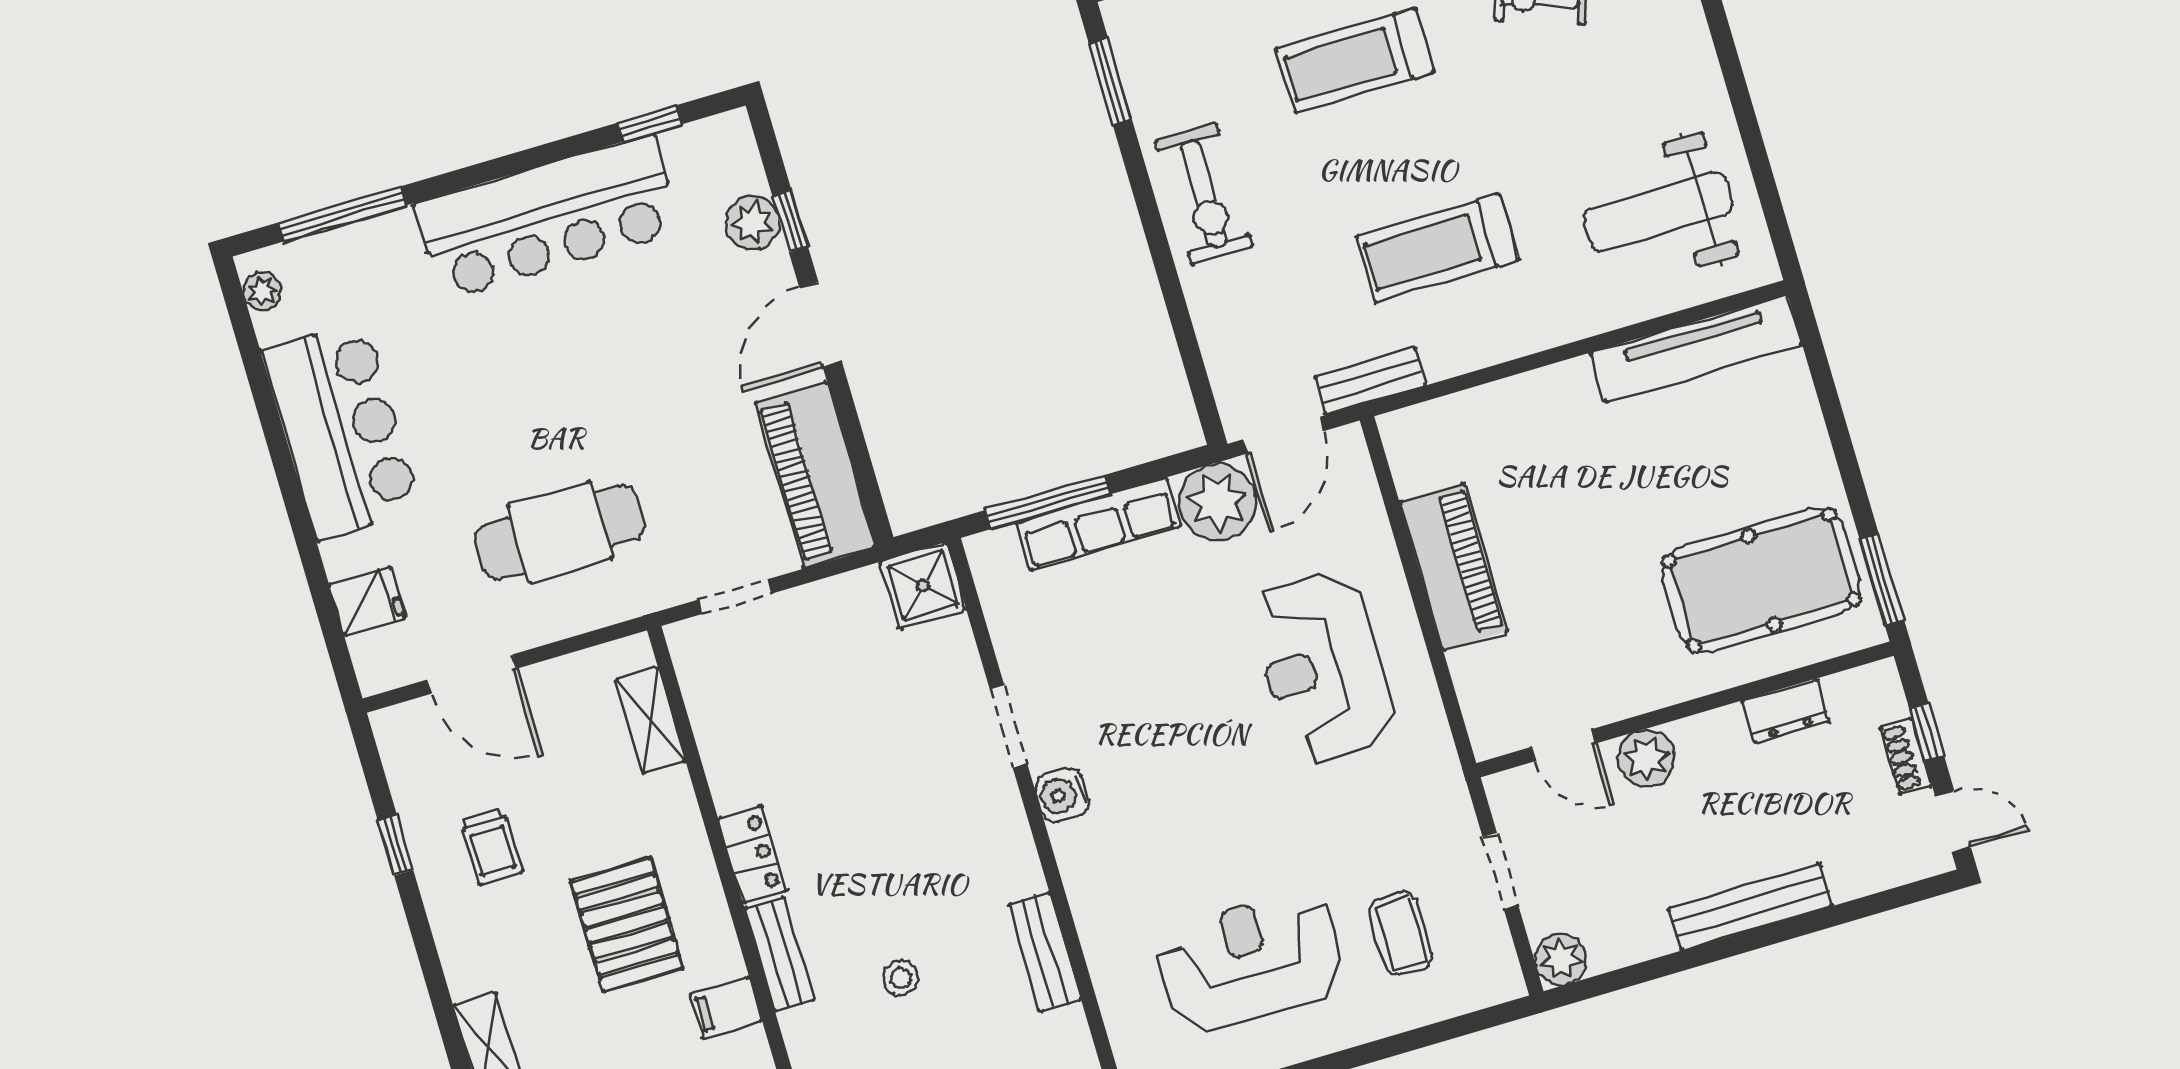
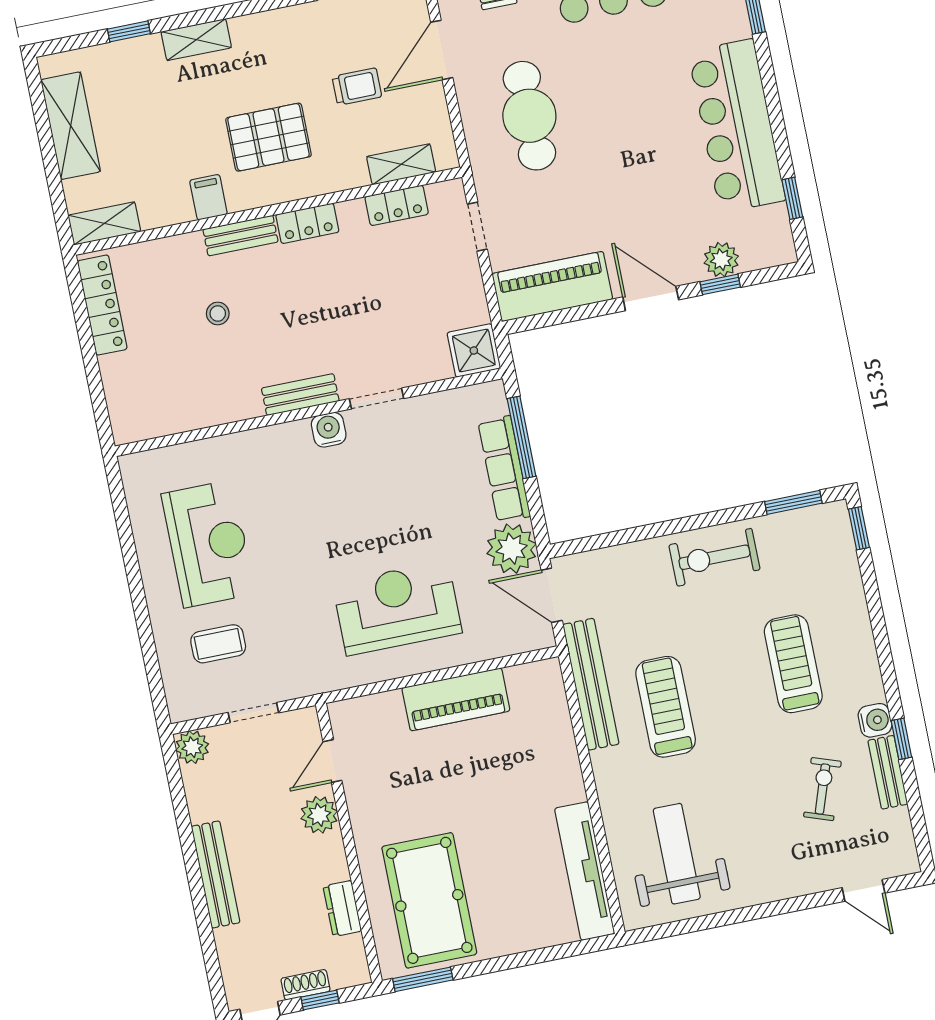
bench: (1370, 381) -> (591, 684), width x1.86, depth x1.21
locker: (713, 722) -> (397, 205), added
trolley: (491, 846) -> (357, 87), moved, turned 180
bench: (1045, 952) -> (300, 395), moved

